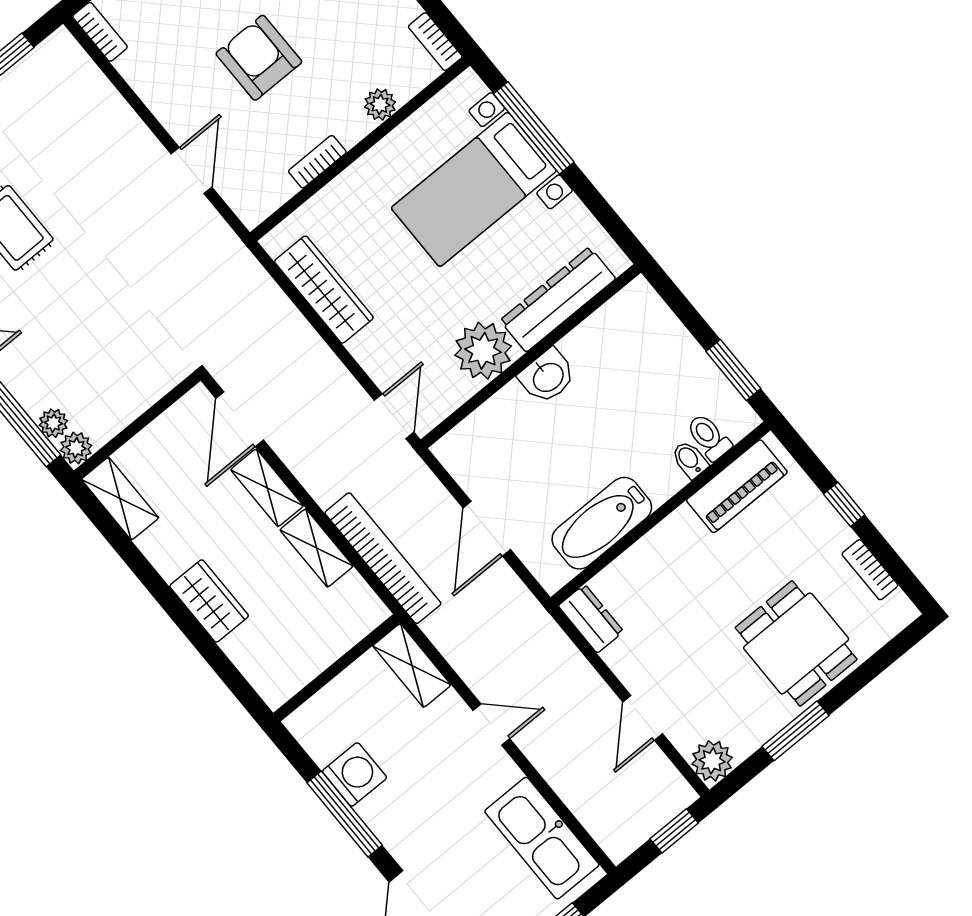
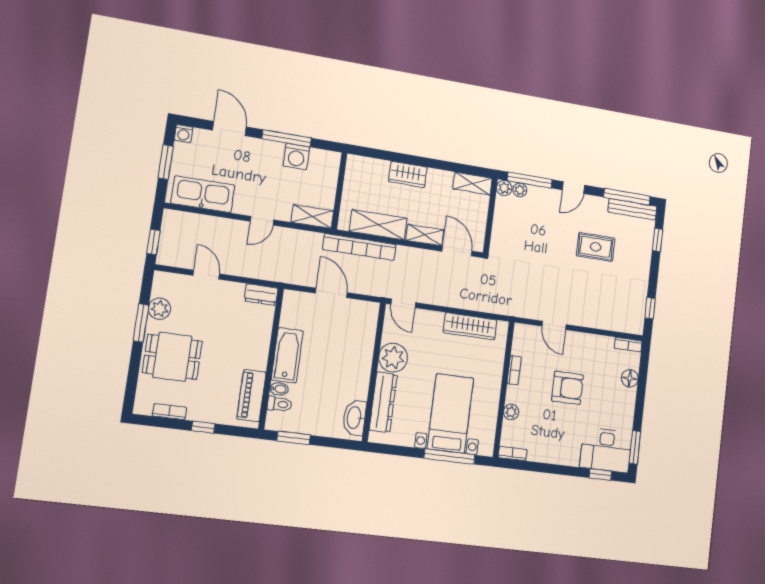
washbasin: (547, 376) -> (355, 418), moved, width x1.38
bathtub: (602, 523) -> (287, 355), moved
shelving: (317, 548) -> (378, 225), width x1.50, depth x1.33
plant: (712, 761) -> (159, 309), moved

